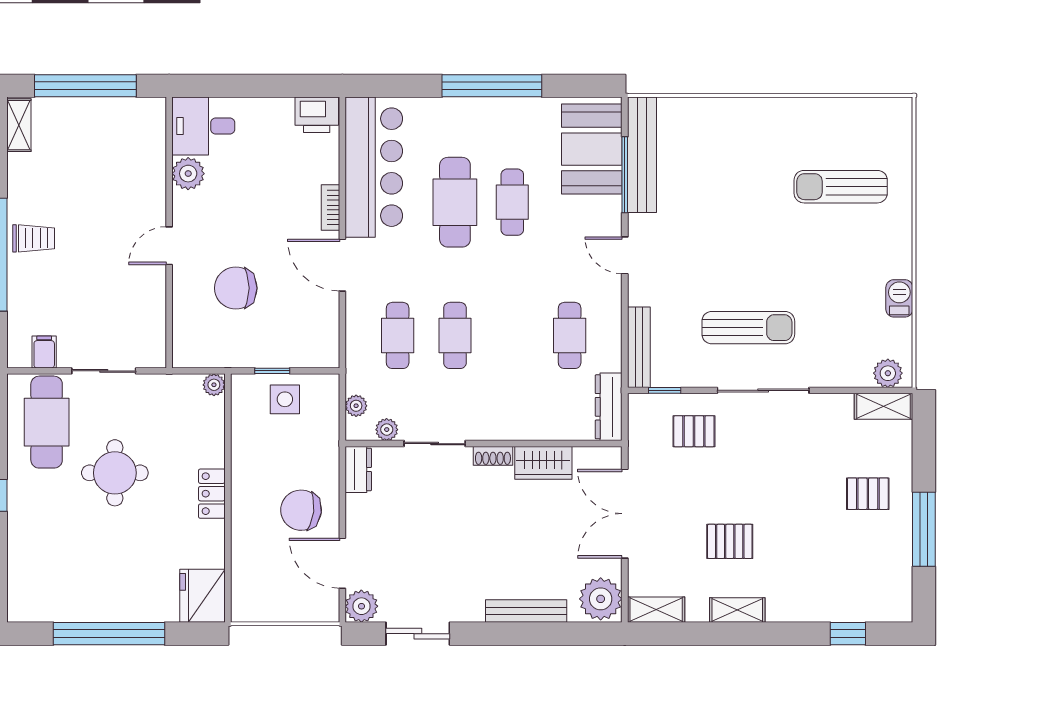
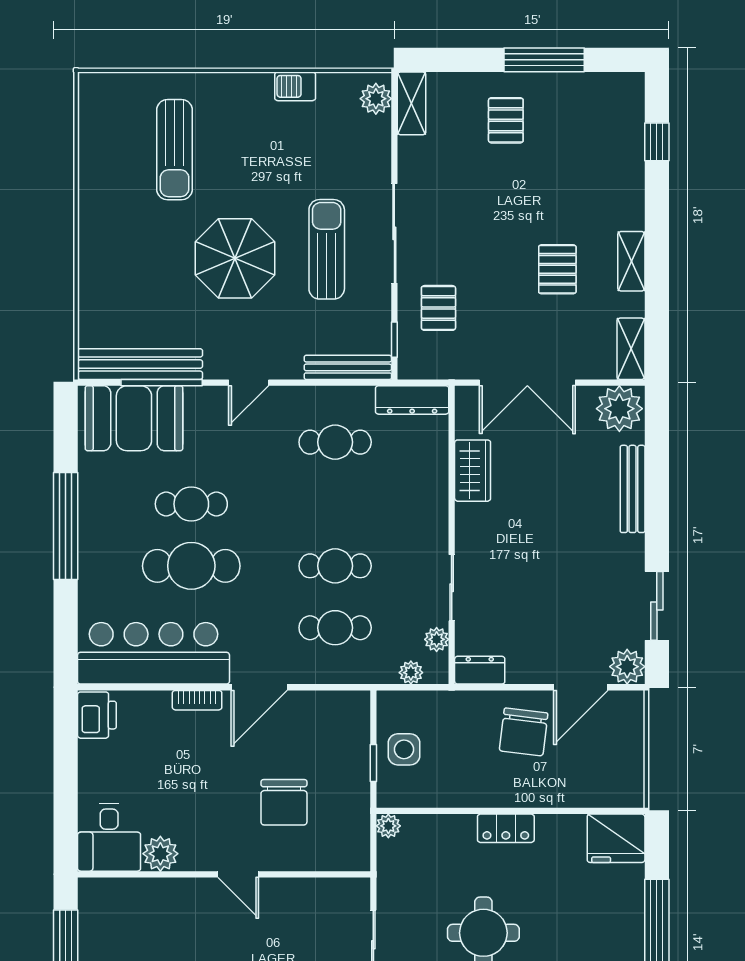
parasol: (740, 243) -> (235, 258), added
shoe rack: (493, 456) -> (465, 525), removed

